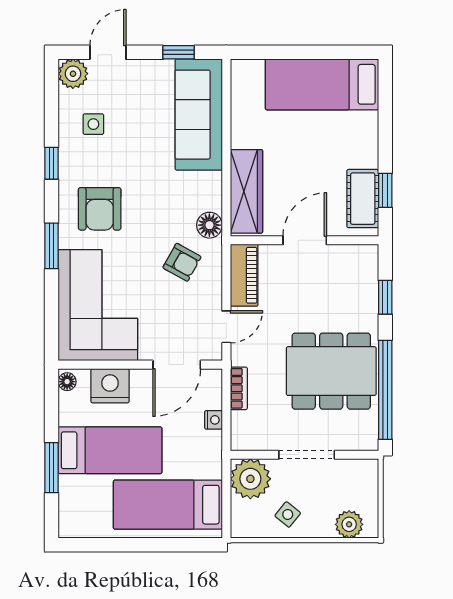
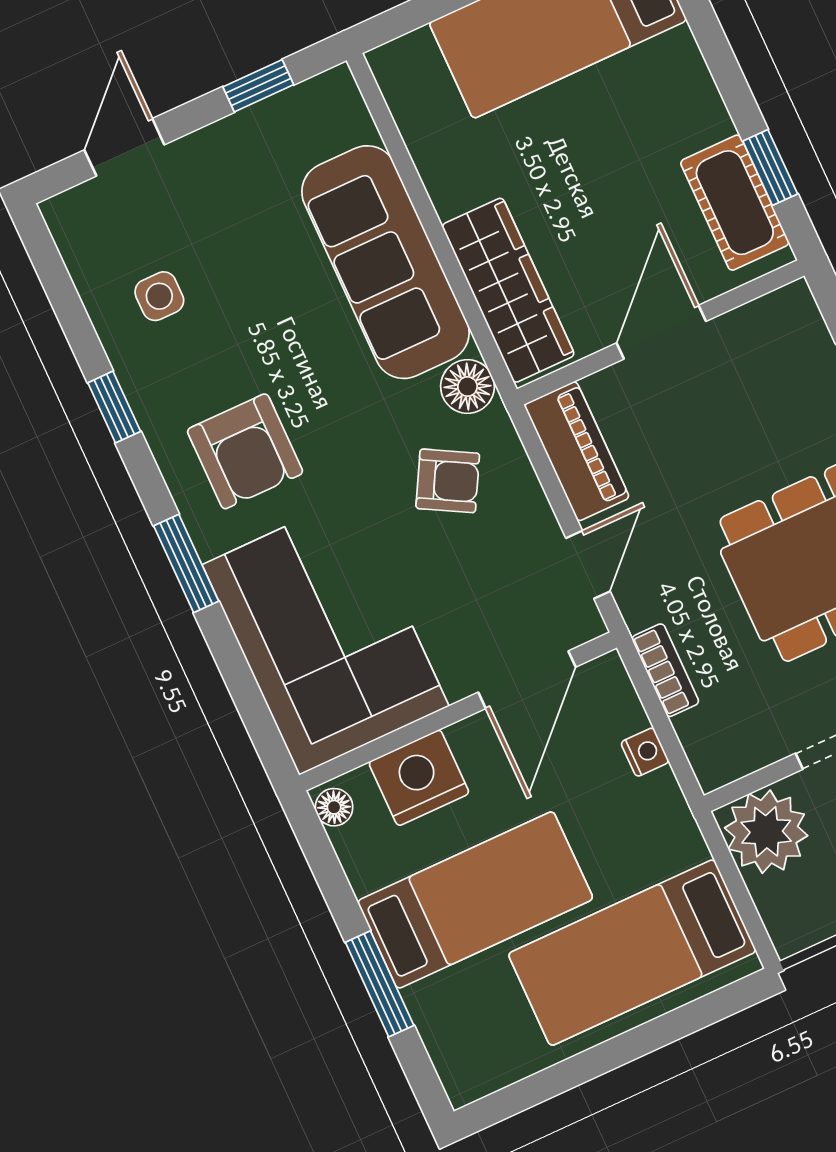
plant: (73, 74) -> (77, 218), removed
sofa: (199, 115) -> (385, 262), moved

